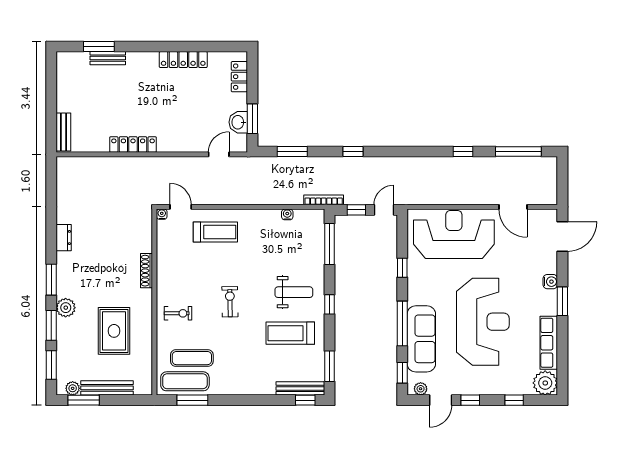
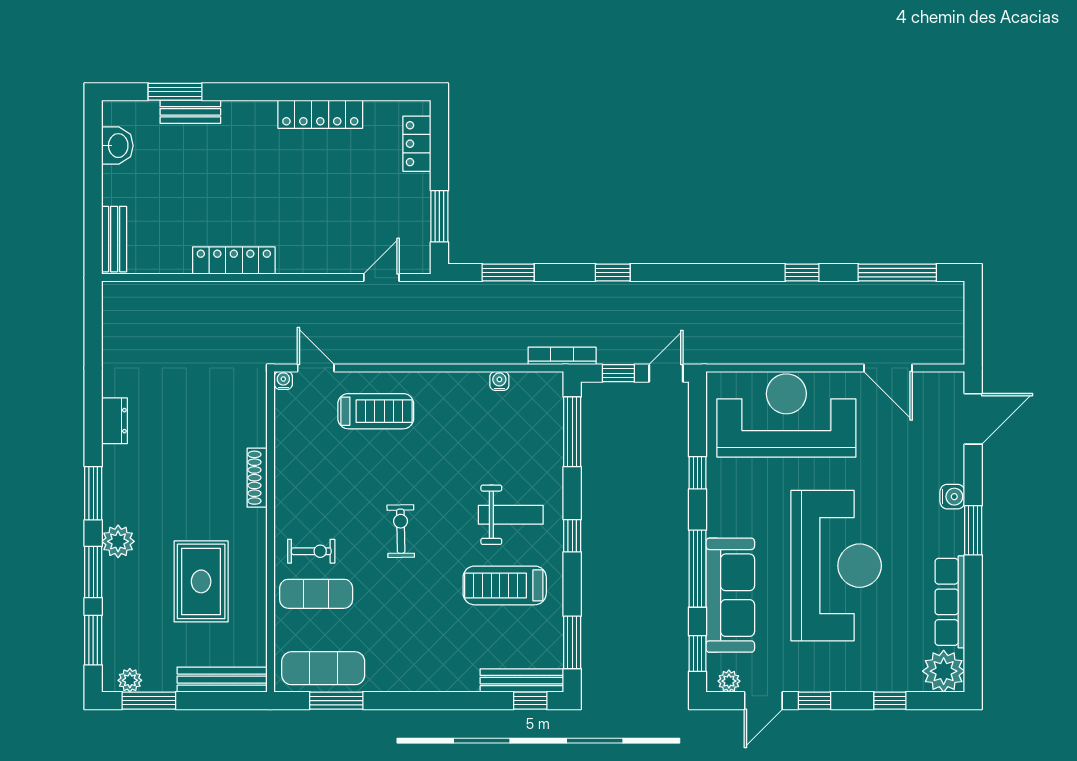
washbasin: (238, 122) -> (117, 146), moved, turned 180
exercise mat: (192, 358) -> (316, 594), moved
bench: (107, 388) -> (222, 680), moved

